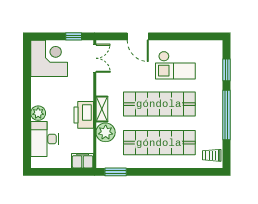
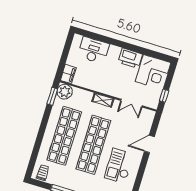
double door: (95, 58) -> (132, 103), moved
plant: (38, 113) -> (114, 51), removed
printer: (84, 115) -> (130, 58), moved, turned 180
plant: (106, 132) -> (65, 92), moved

